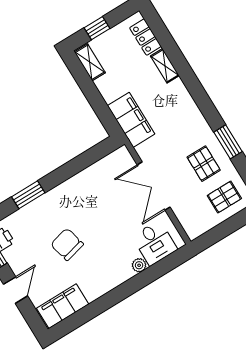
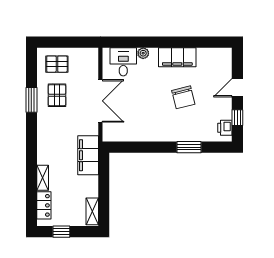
window: (97, 28) -> (61, 232), moved
filing cabinet: (63, 306) -> (177, 57), moved

